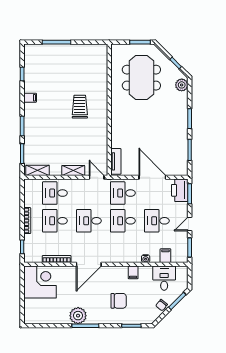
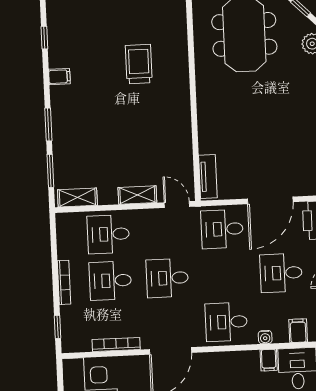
trolley: (80, 107) -> (139, 64), moved
door: (152, 177) -> (270, 200), swing flipped
desk: (123, 221) -> (226, 322), moved
filing cabinet: (133, 272) -> (269, 360), moved

